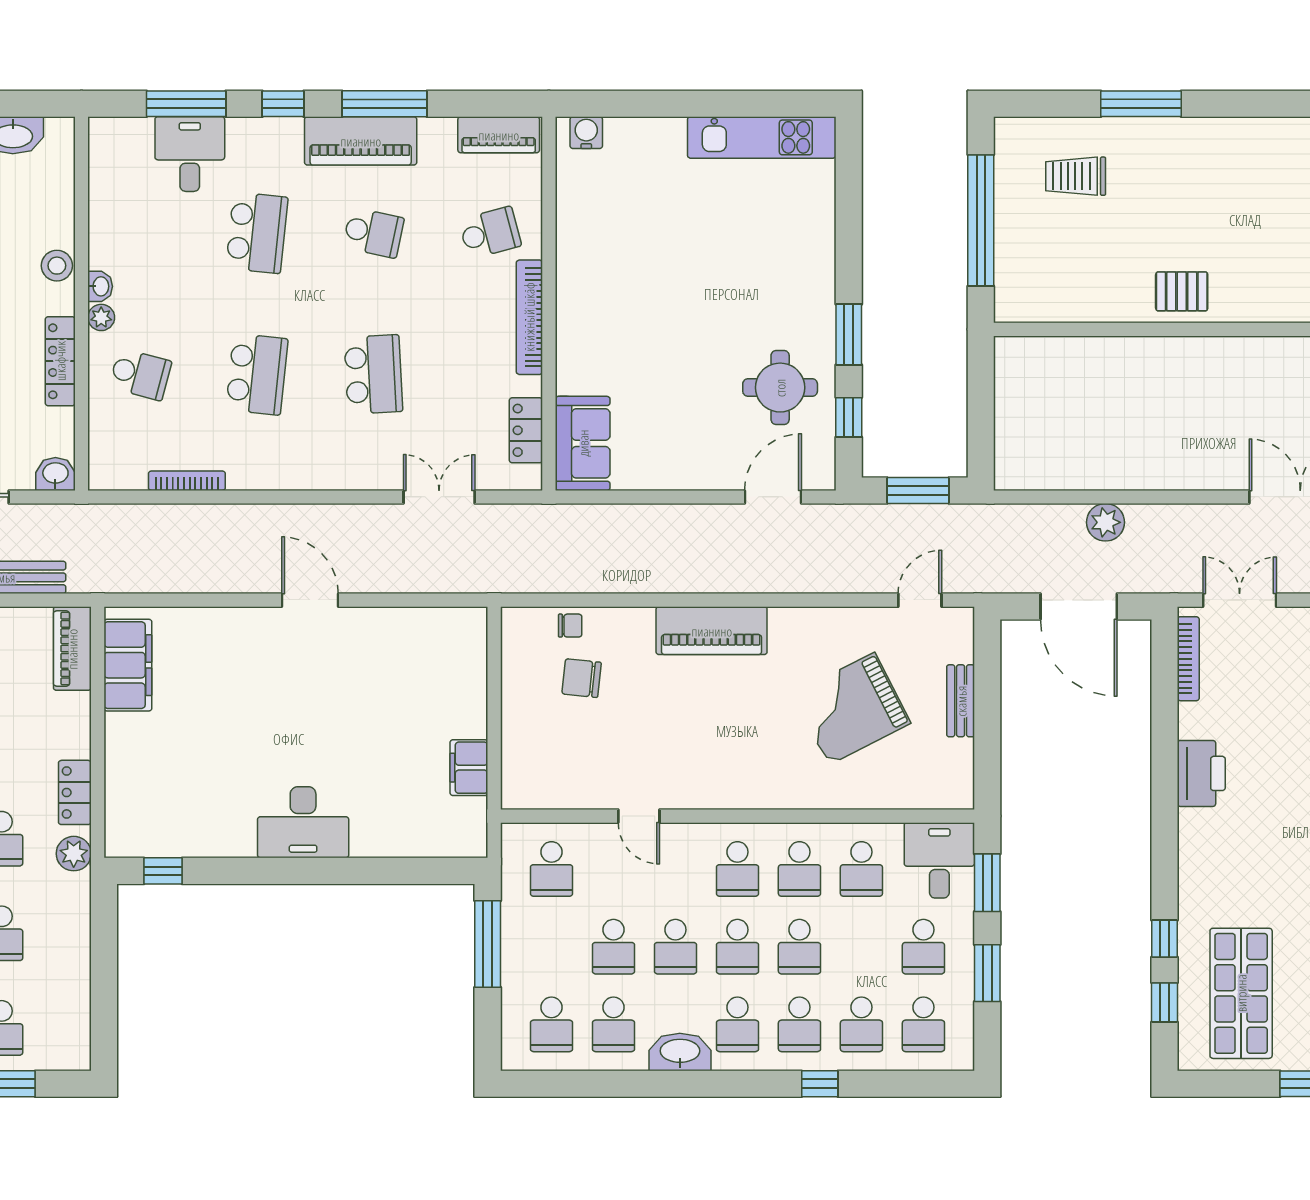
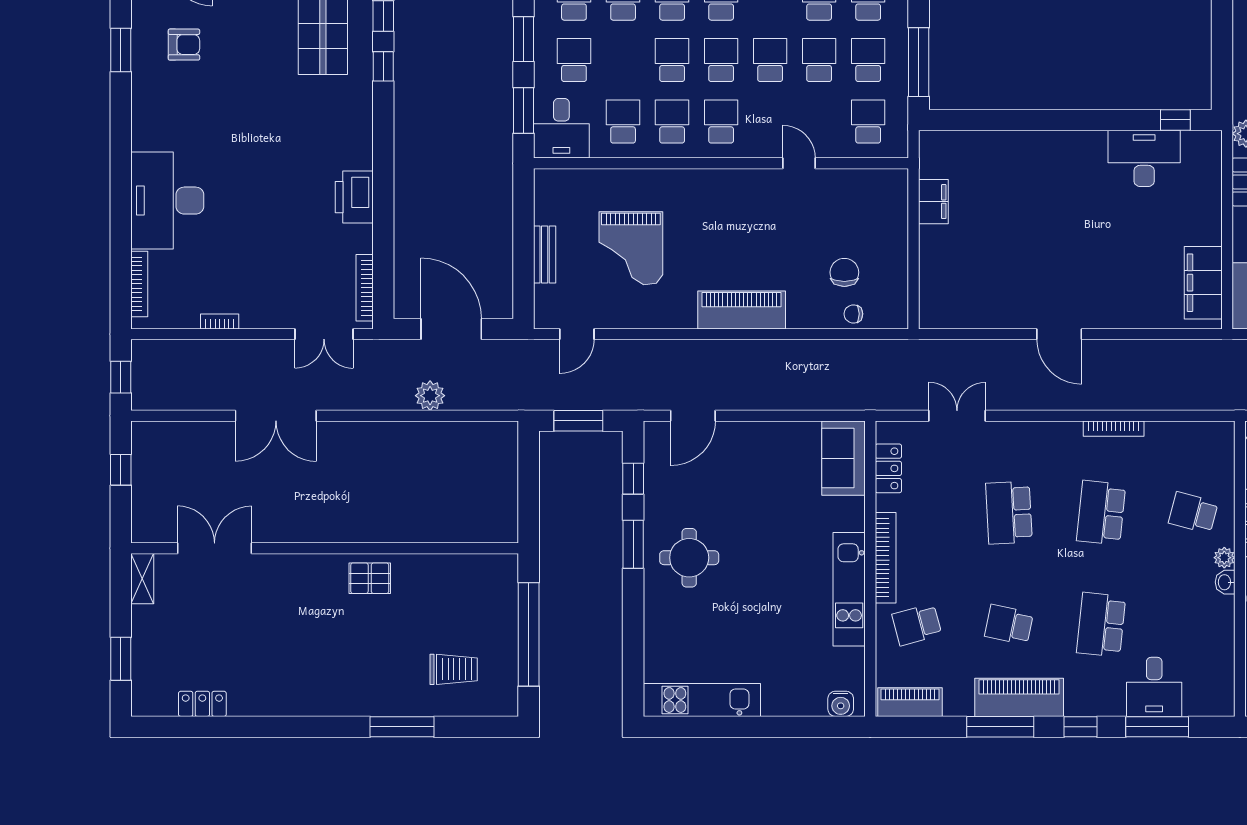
kitchen unit: (576, 278) -> (849, 589), added
round table: (780, 388) -> (689, 558), moved
bookcase: (187, 481) -> (1114, 429), moved
double door: (439, 497) -> (957, 416), swing flipped
chair: (582, 678) -> (844, 272), turned -96
grand piano: (852, 709) -> (631, 248), turned 117
desk: (303, 822) -> (1144, 158), moved
school desk: (551, 947) -> (868, 60), added

